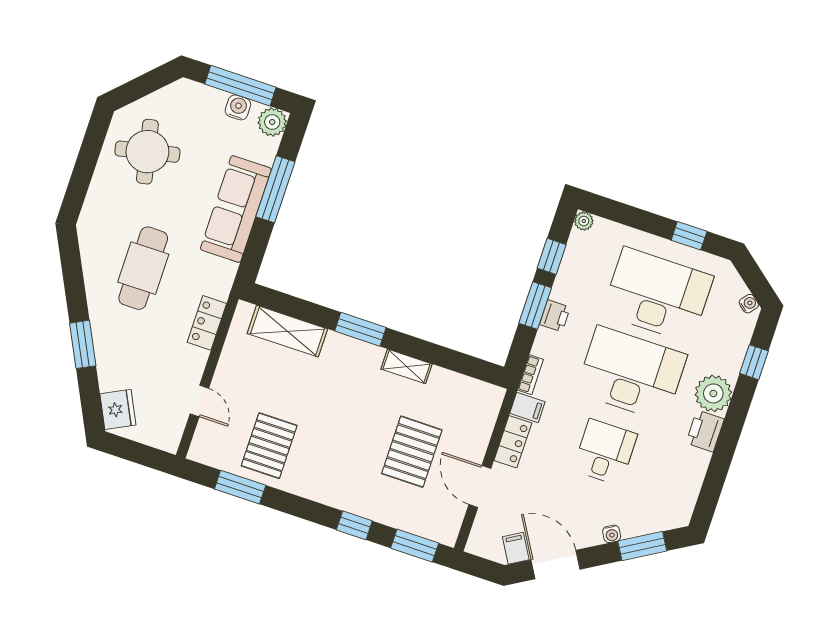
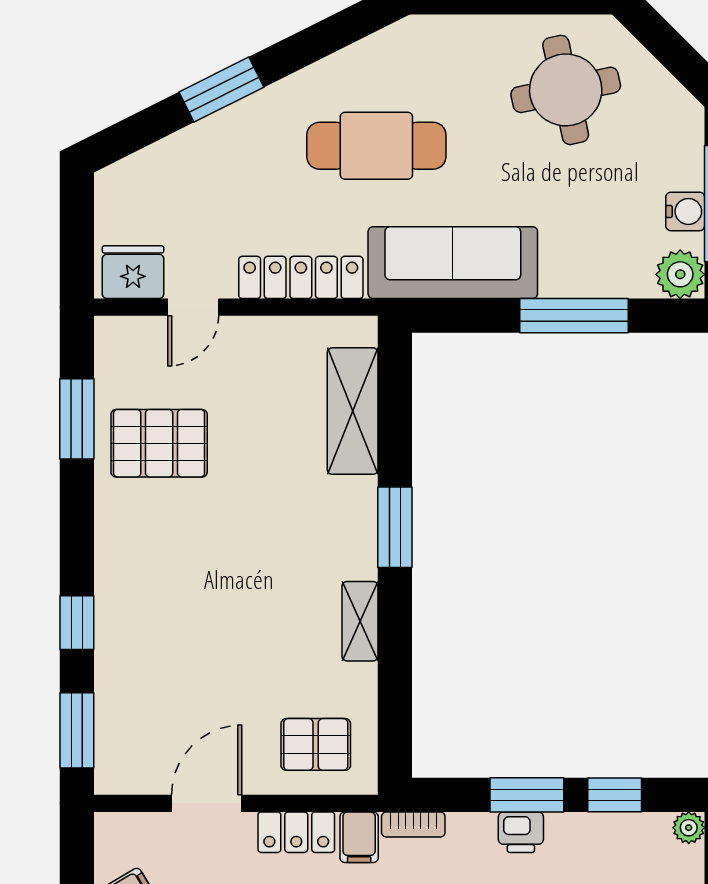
sofa: (236, 209) -> (453, 263), moved
locker: (207, 323) -> (301, 277), width x1.53
fridge: (118, 409) -> (133, 272), moved, turned -153
pallet: (412, 452) -> (316, 744), moved, width x0.67, depth x0.71

